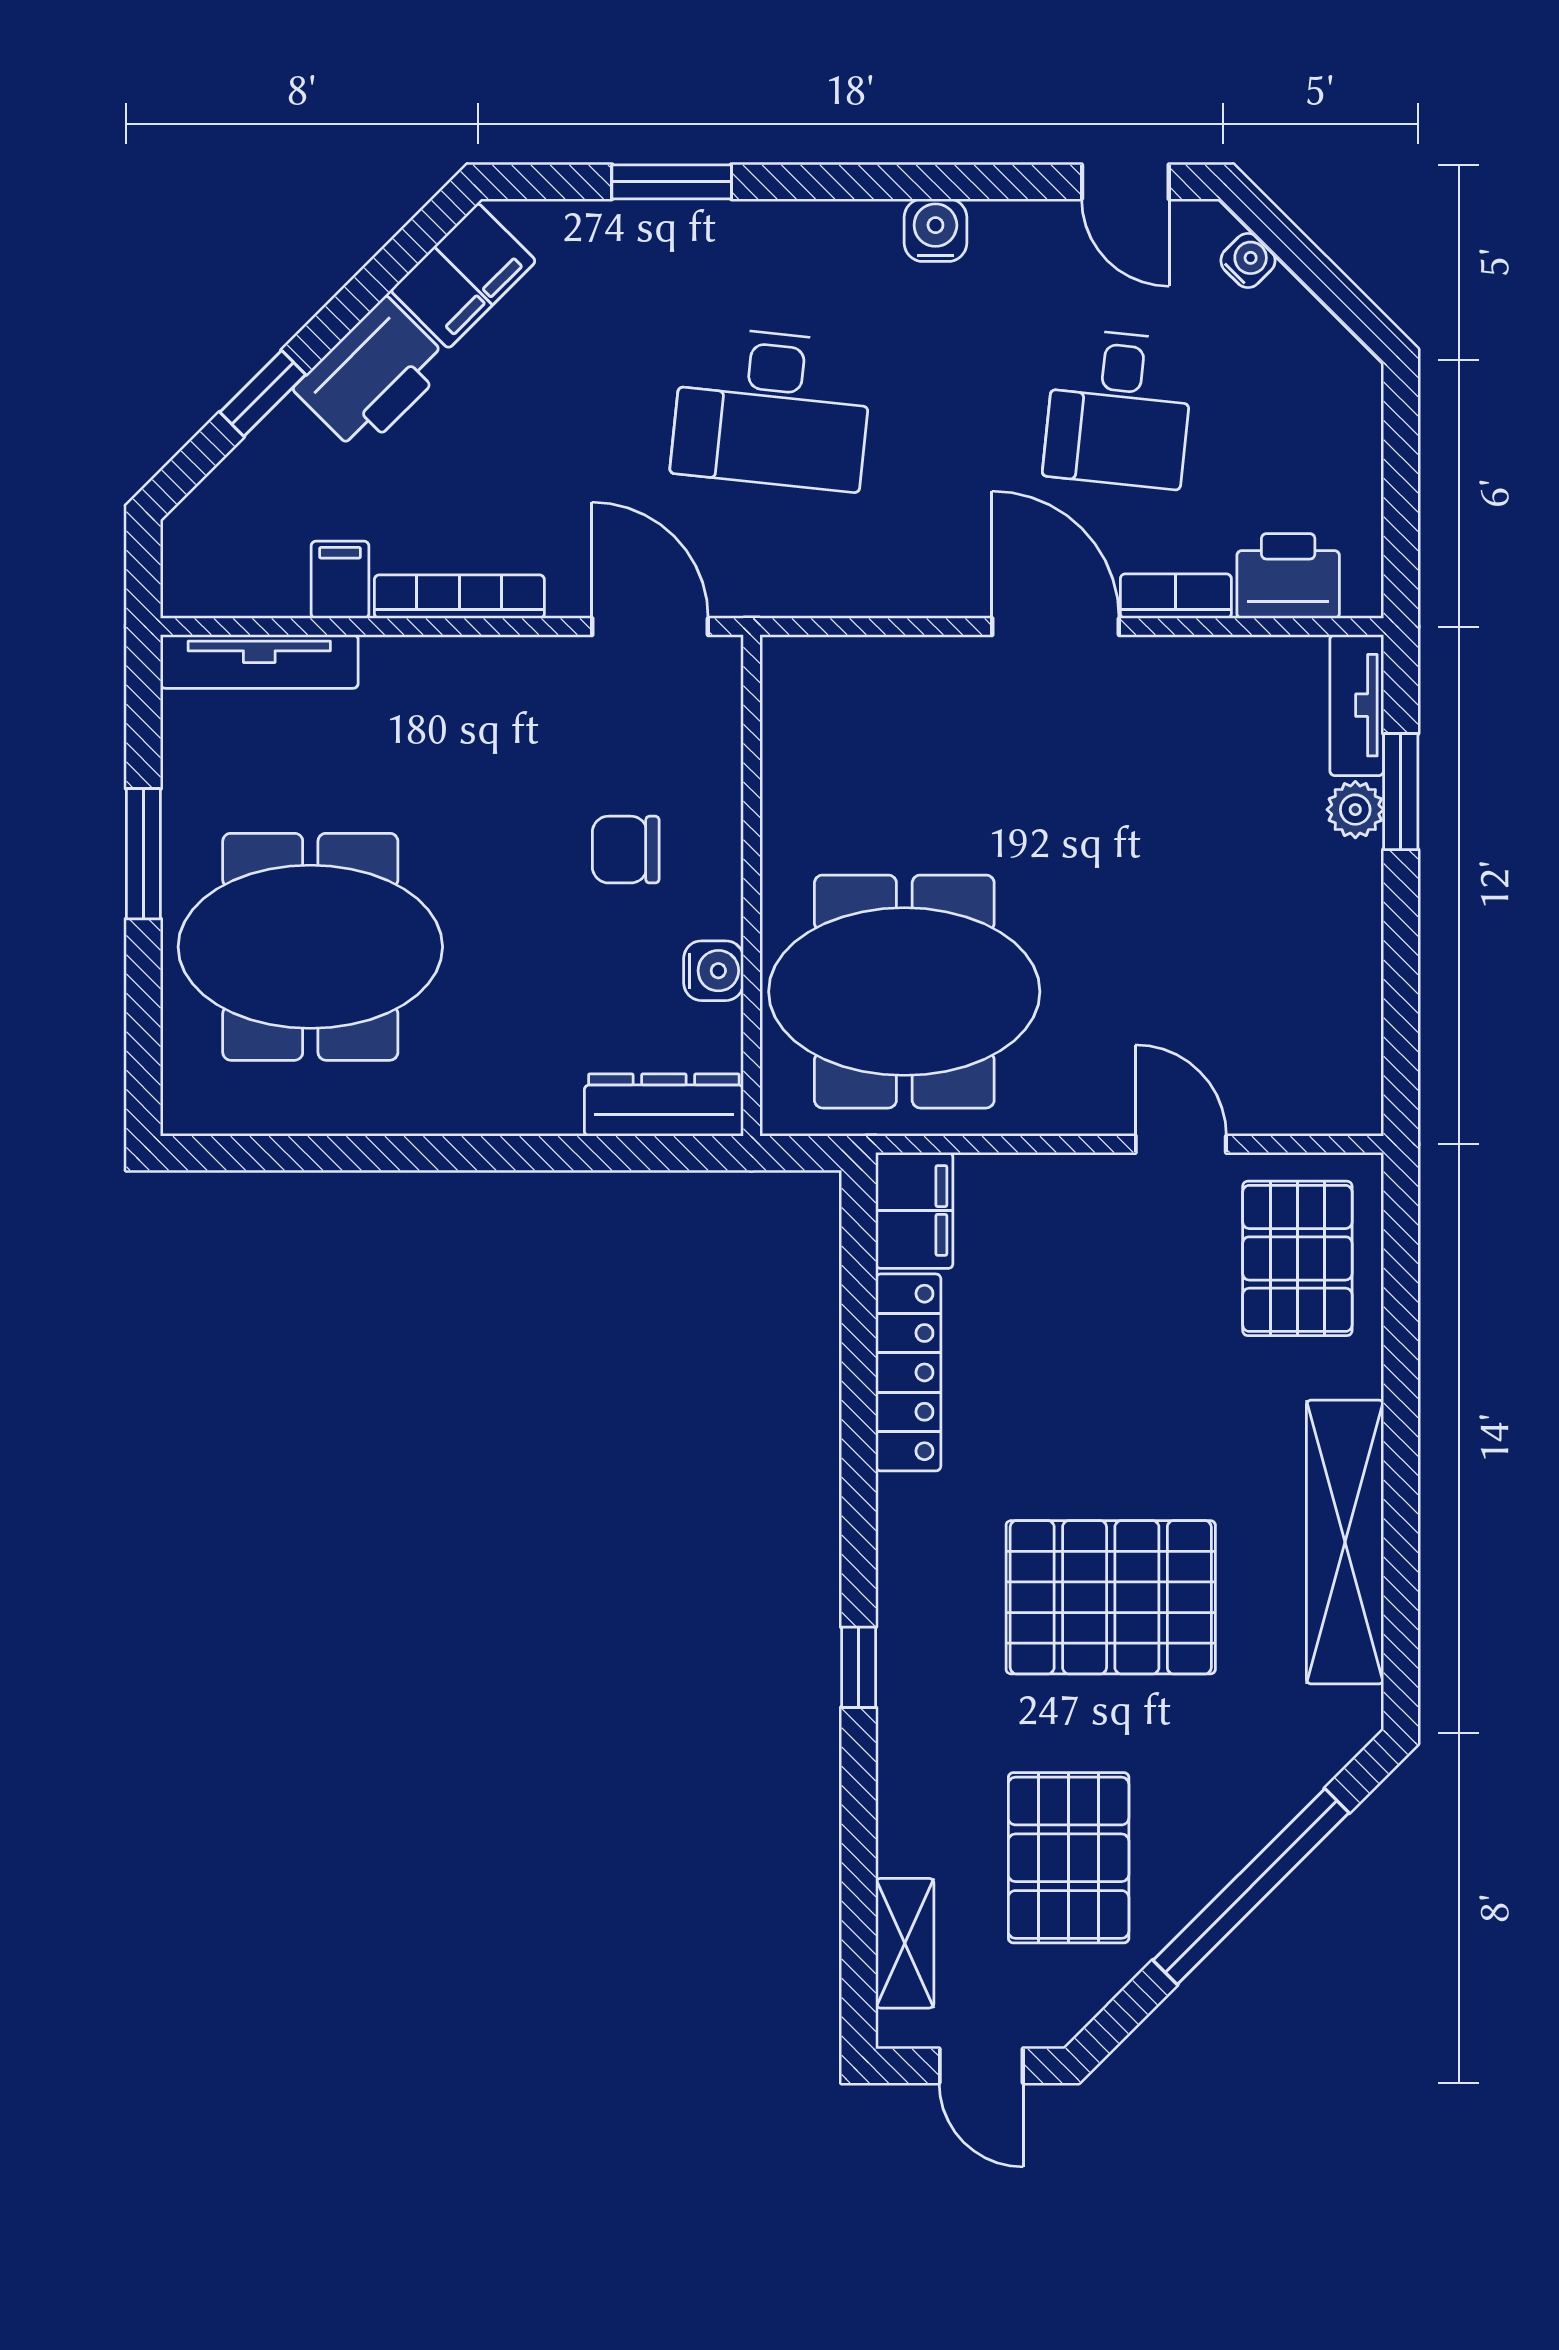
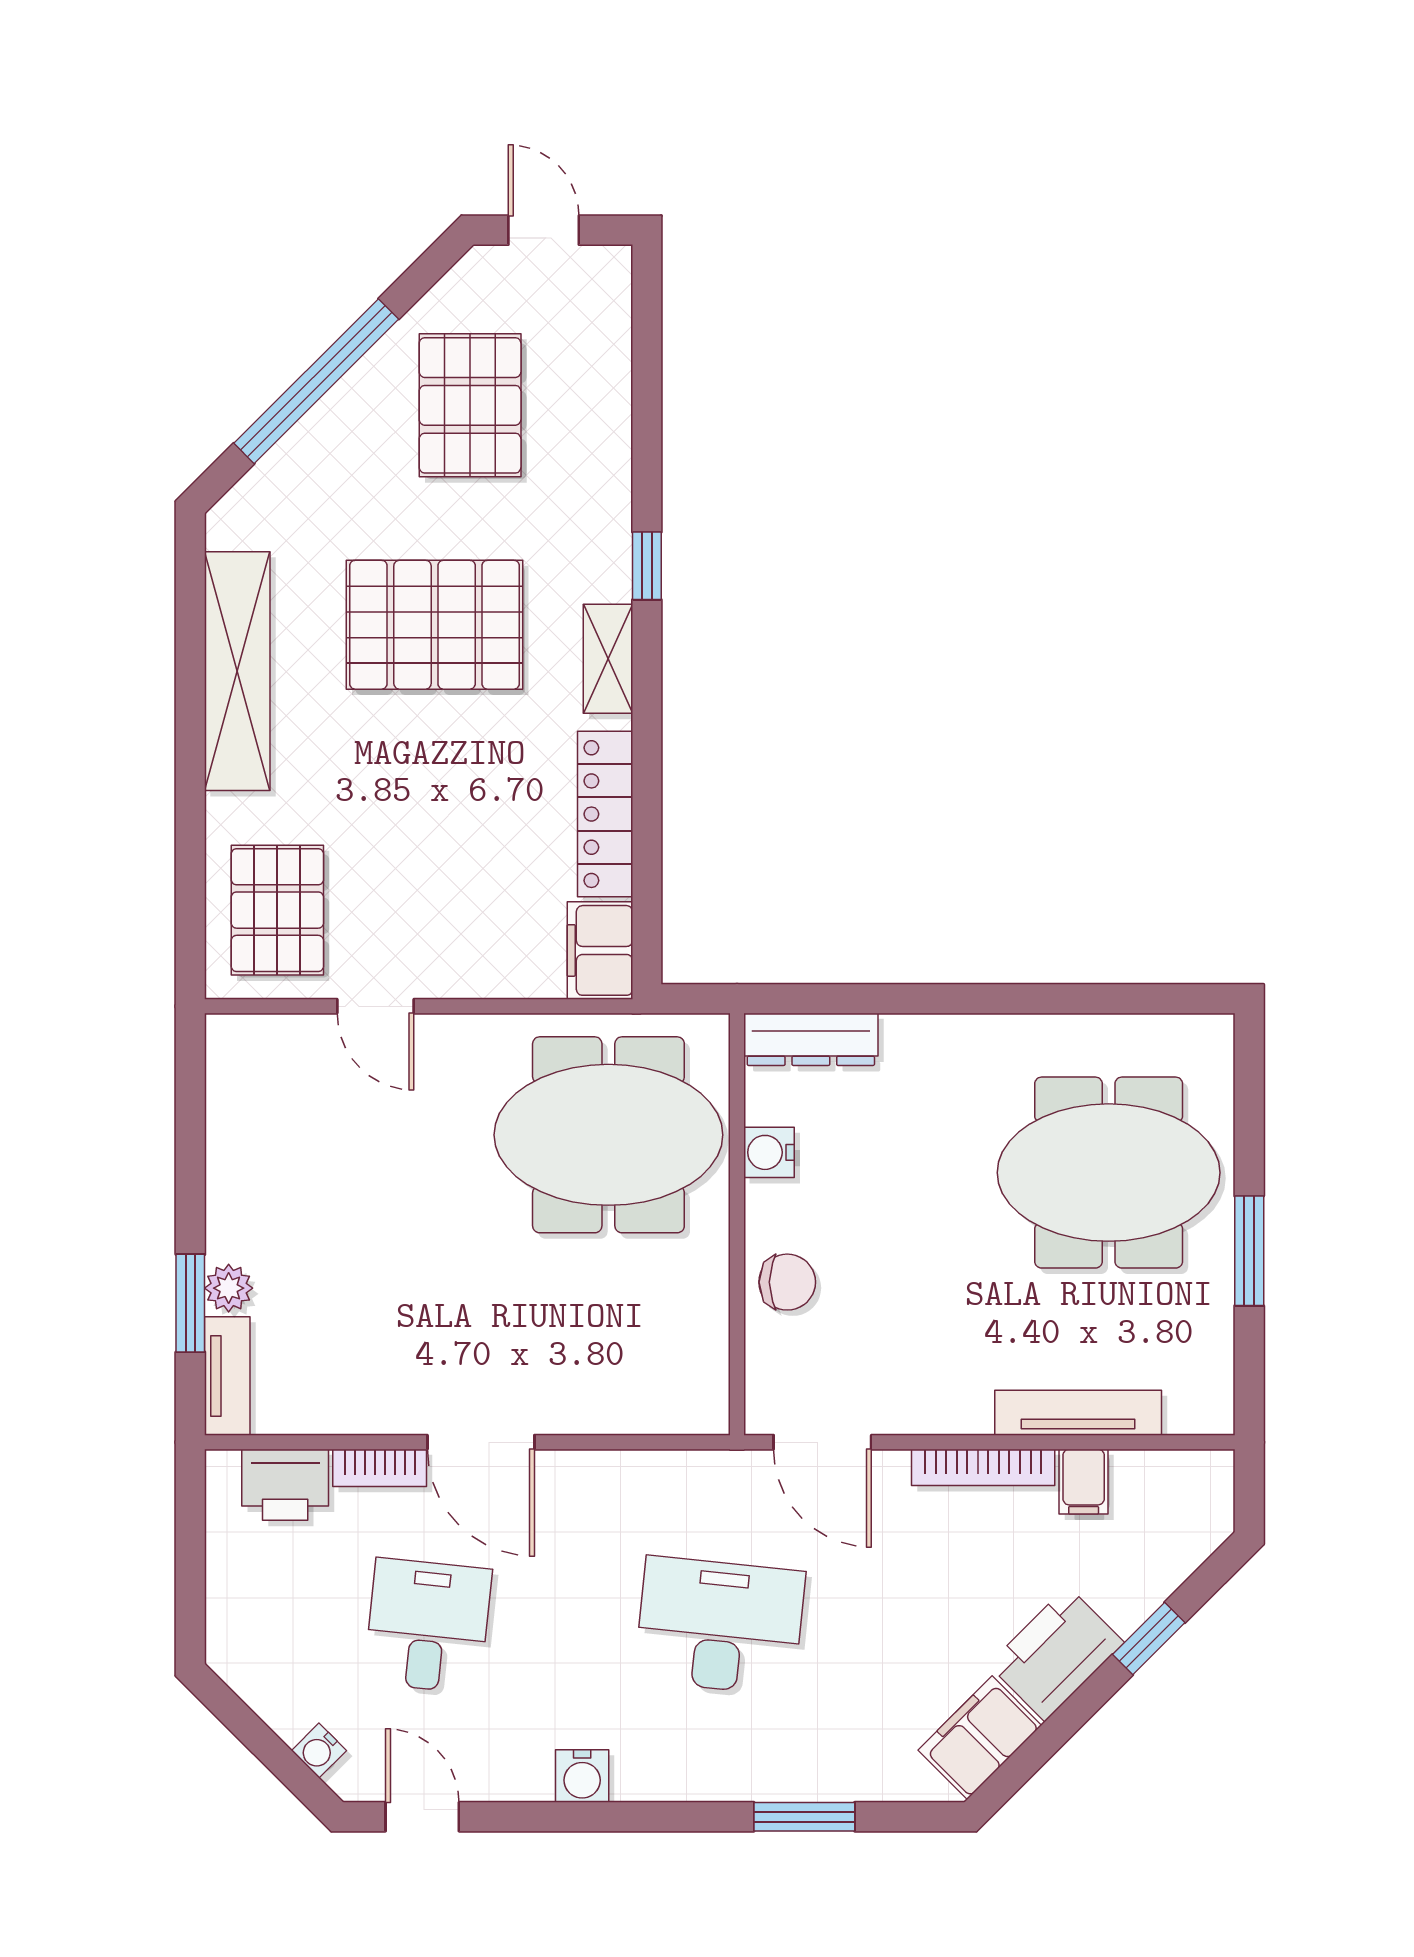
tv unit: (259, 662) -> (1078, 1413), moved
chair: (626, 850) -> (787, 1282), moved
shelving: (905, 1943) -> (608, 659), moved

